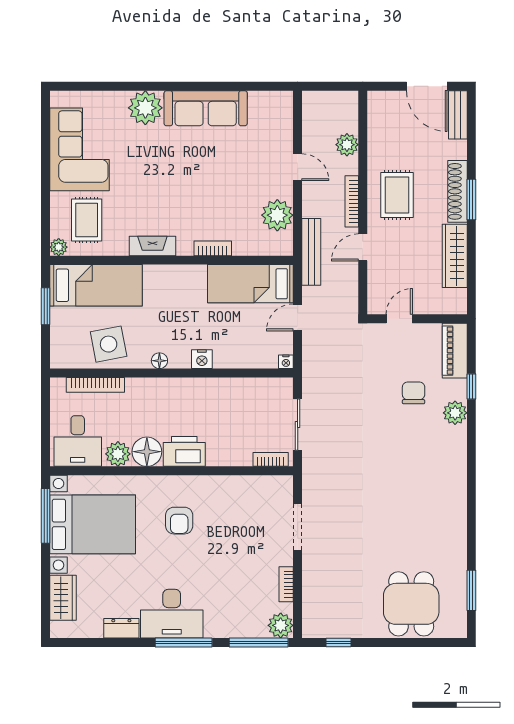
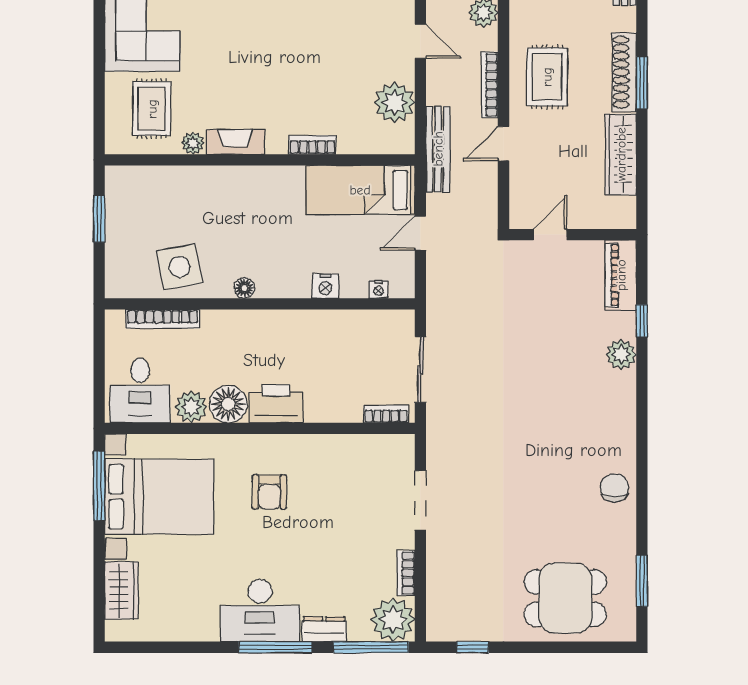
plant: (59, 247) -> (193, 143), moved
bed: (96, 285) -> (164, 192), removed
nightstand: (202, 359) -> (325, 286), moved
nightstand: (286, 362) -> (379, 289), moved
chair: (414, 393) -> (614, 488), moved
dining table: (411, 604) -> (565, 598), turned 90
plant: (281, 625) -> (393, 620), width x1.36, depth x1.36
dresser: (121, 628) -> (324, 629), moved

